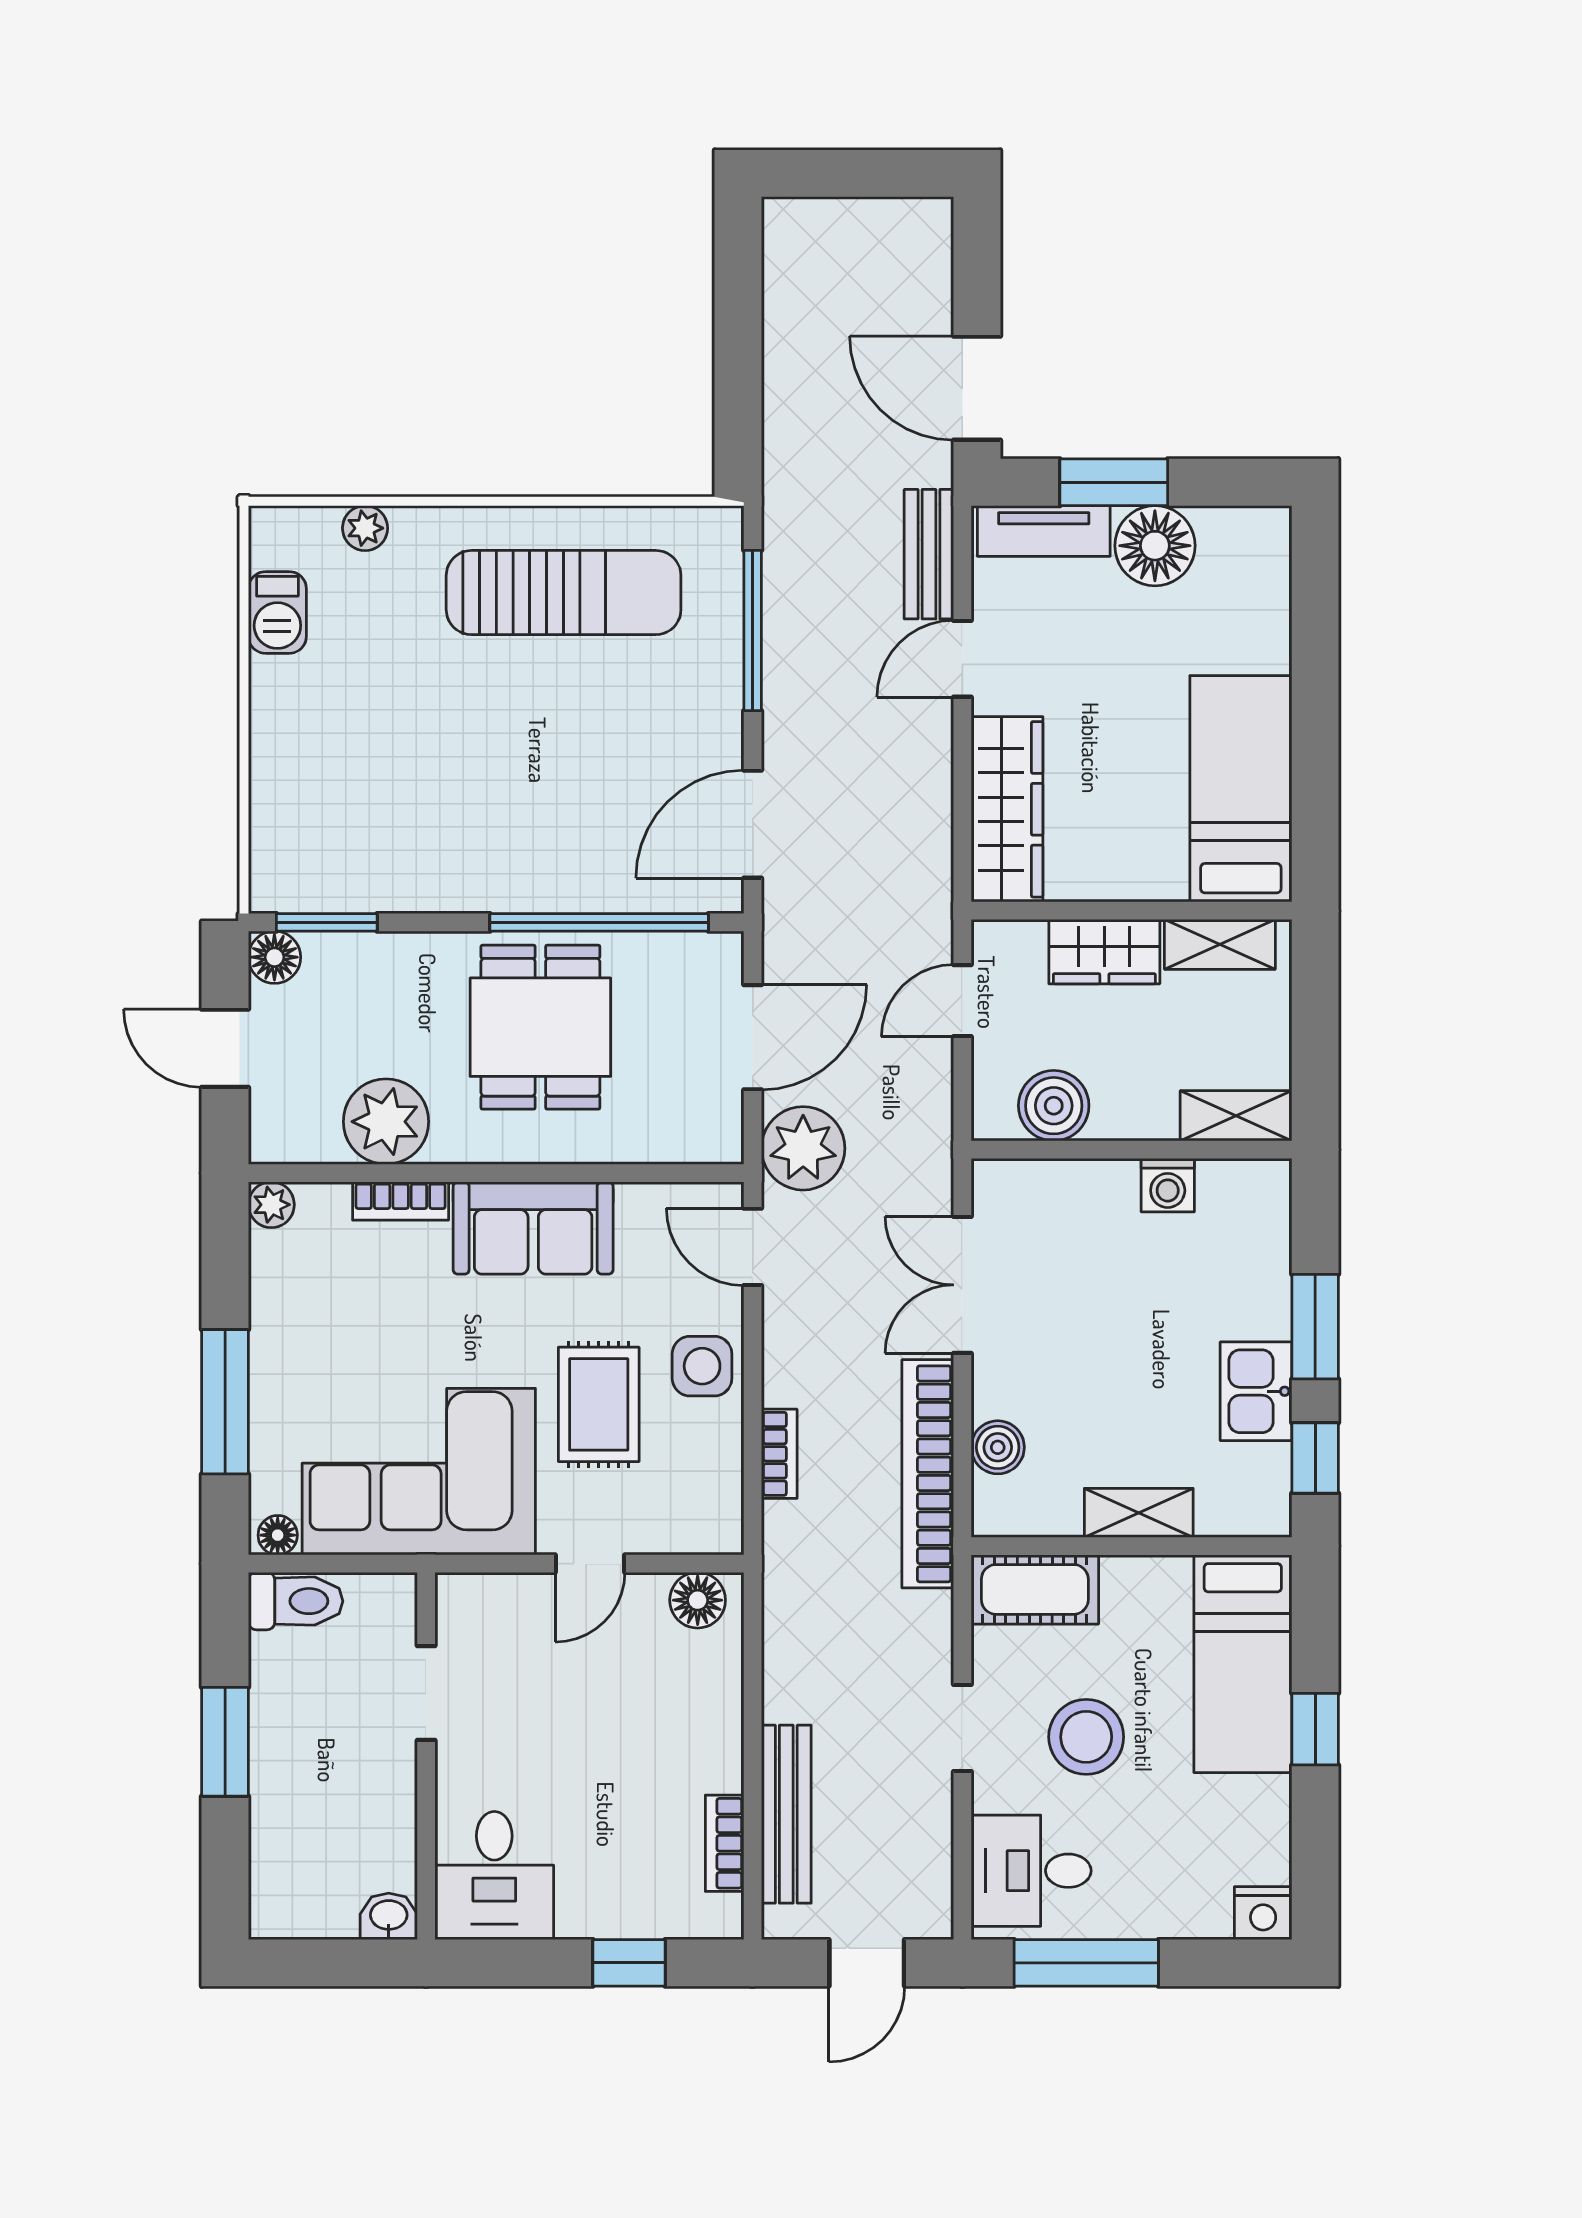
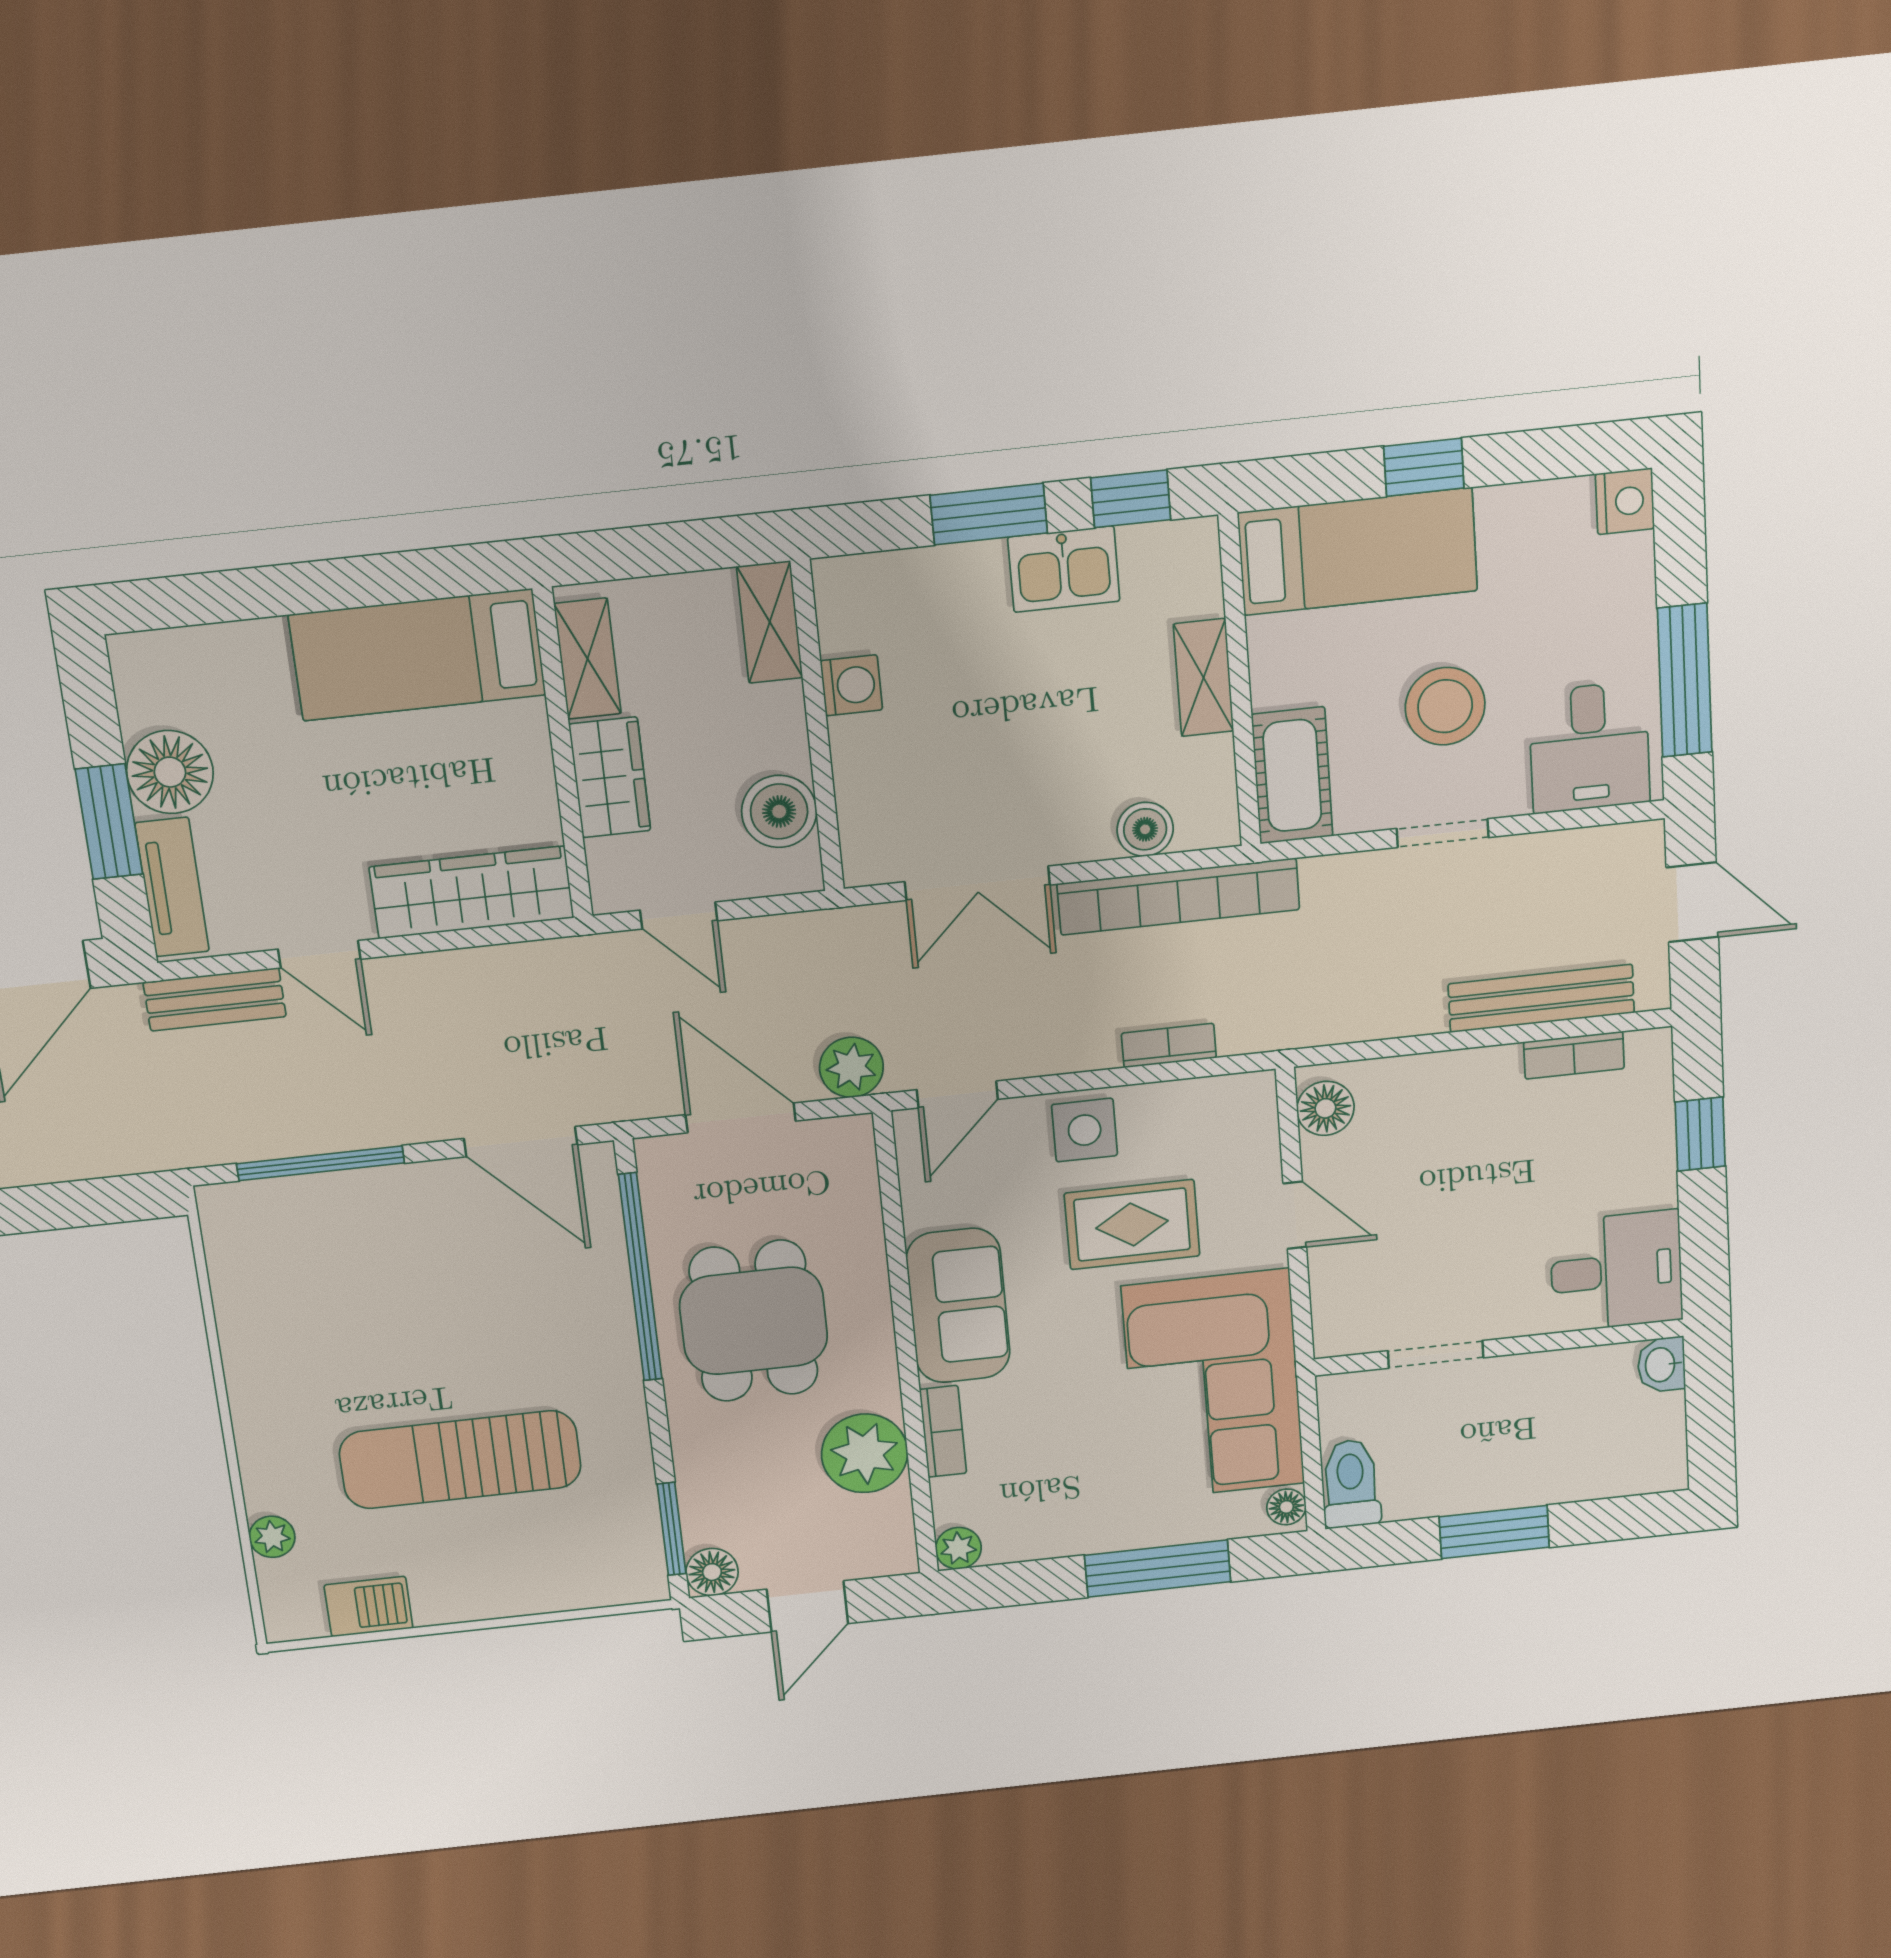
sun lounger: (564, 593) -> (460, 1460), moved, turned -90
dining table: (540, 1027) -> (754, 1321), turned 90
plant: (803, 1148) -> (851, 1067), width x0.73, depth x0.73

